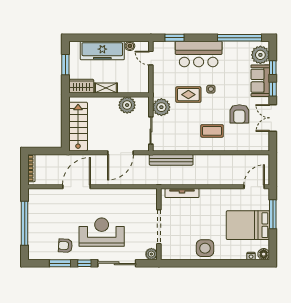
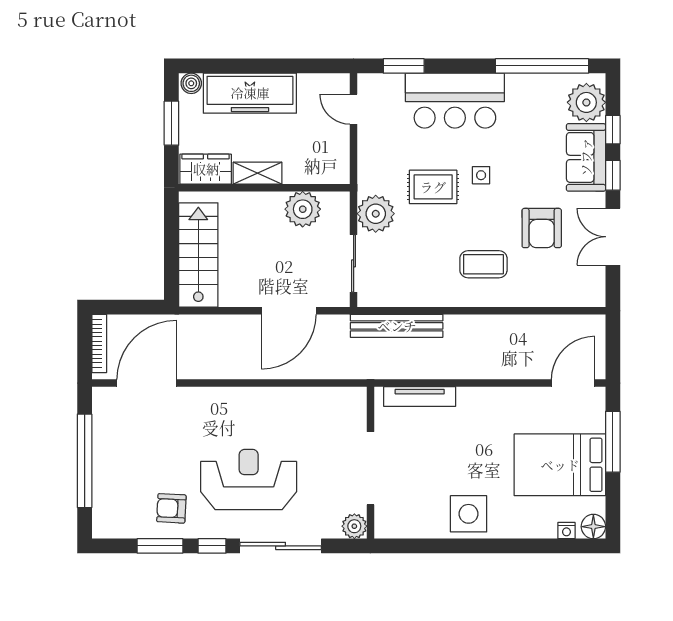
boiler: (130, 46) -> (191, 83), moved
door: (76, 187) -> (146, 383), moved

